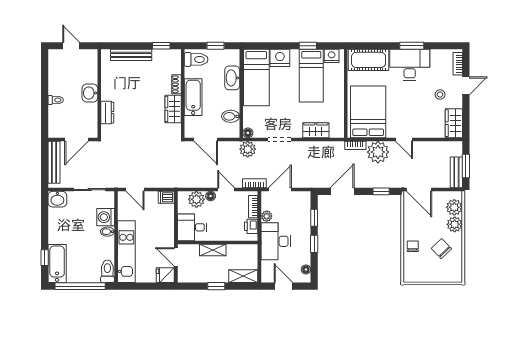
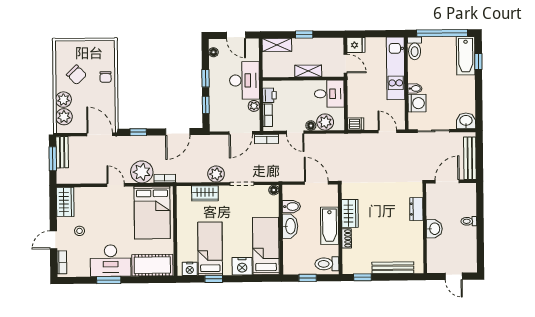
washbasin: (232, 78) -> (290, 226), moved
plant: (248, 149) -> (216, 174), moved

